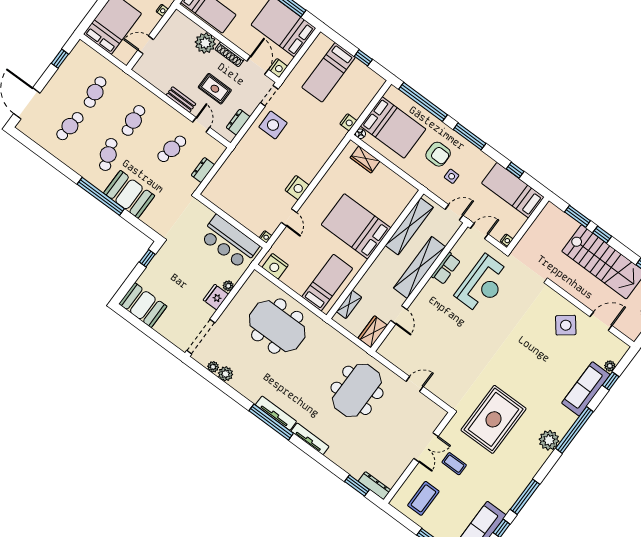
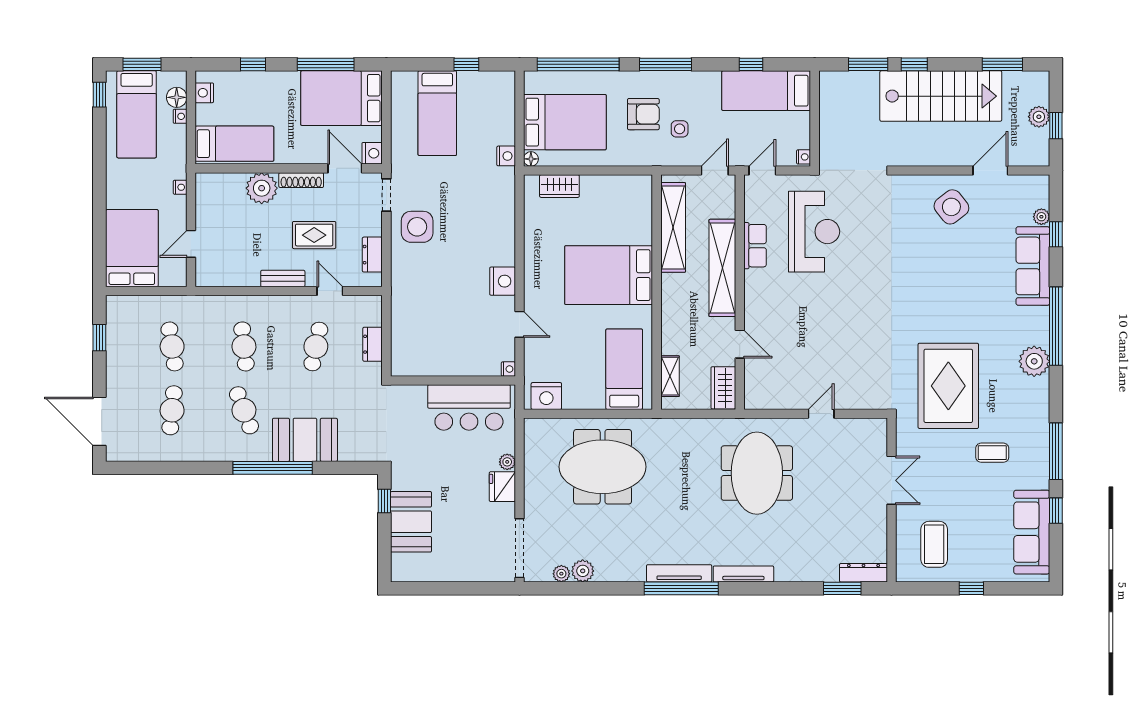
booth: (143, 305) -> (411, 522), moved, turned 90
coffee table: (454, 464) -> (992, 453), moved

